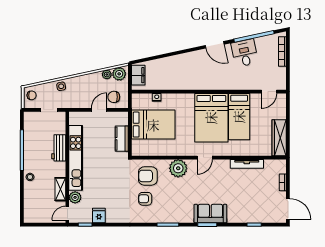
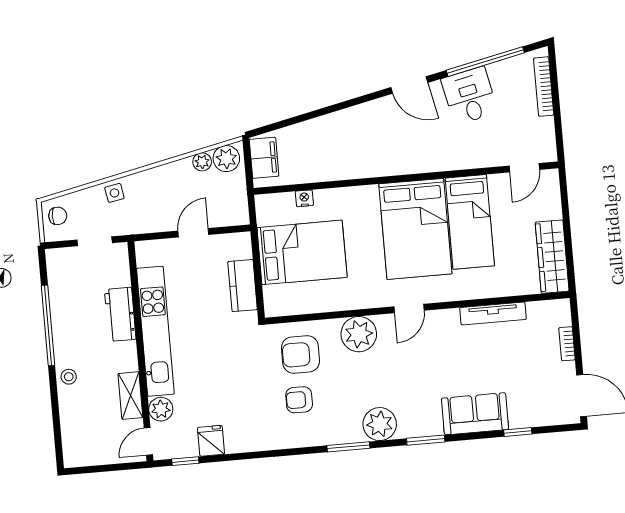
chair: (114, 97) -> (220, 205), removed
sofa: (210, 214) -> (475, 414), moved
plant: (185, 215) -> (380, 424), added

